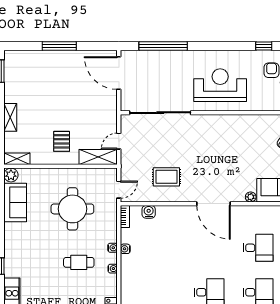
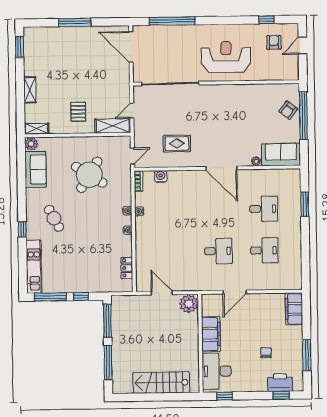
round table: (72, 209) -> (89, 175), turned 32
cafe table: (79, 262) -> (54, 218), moved, turned 62

